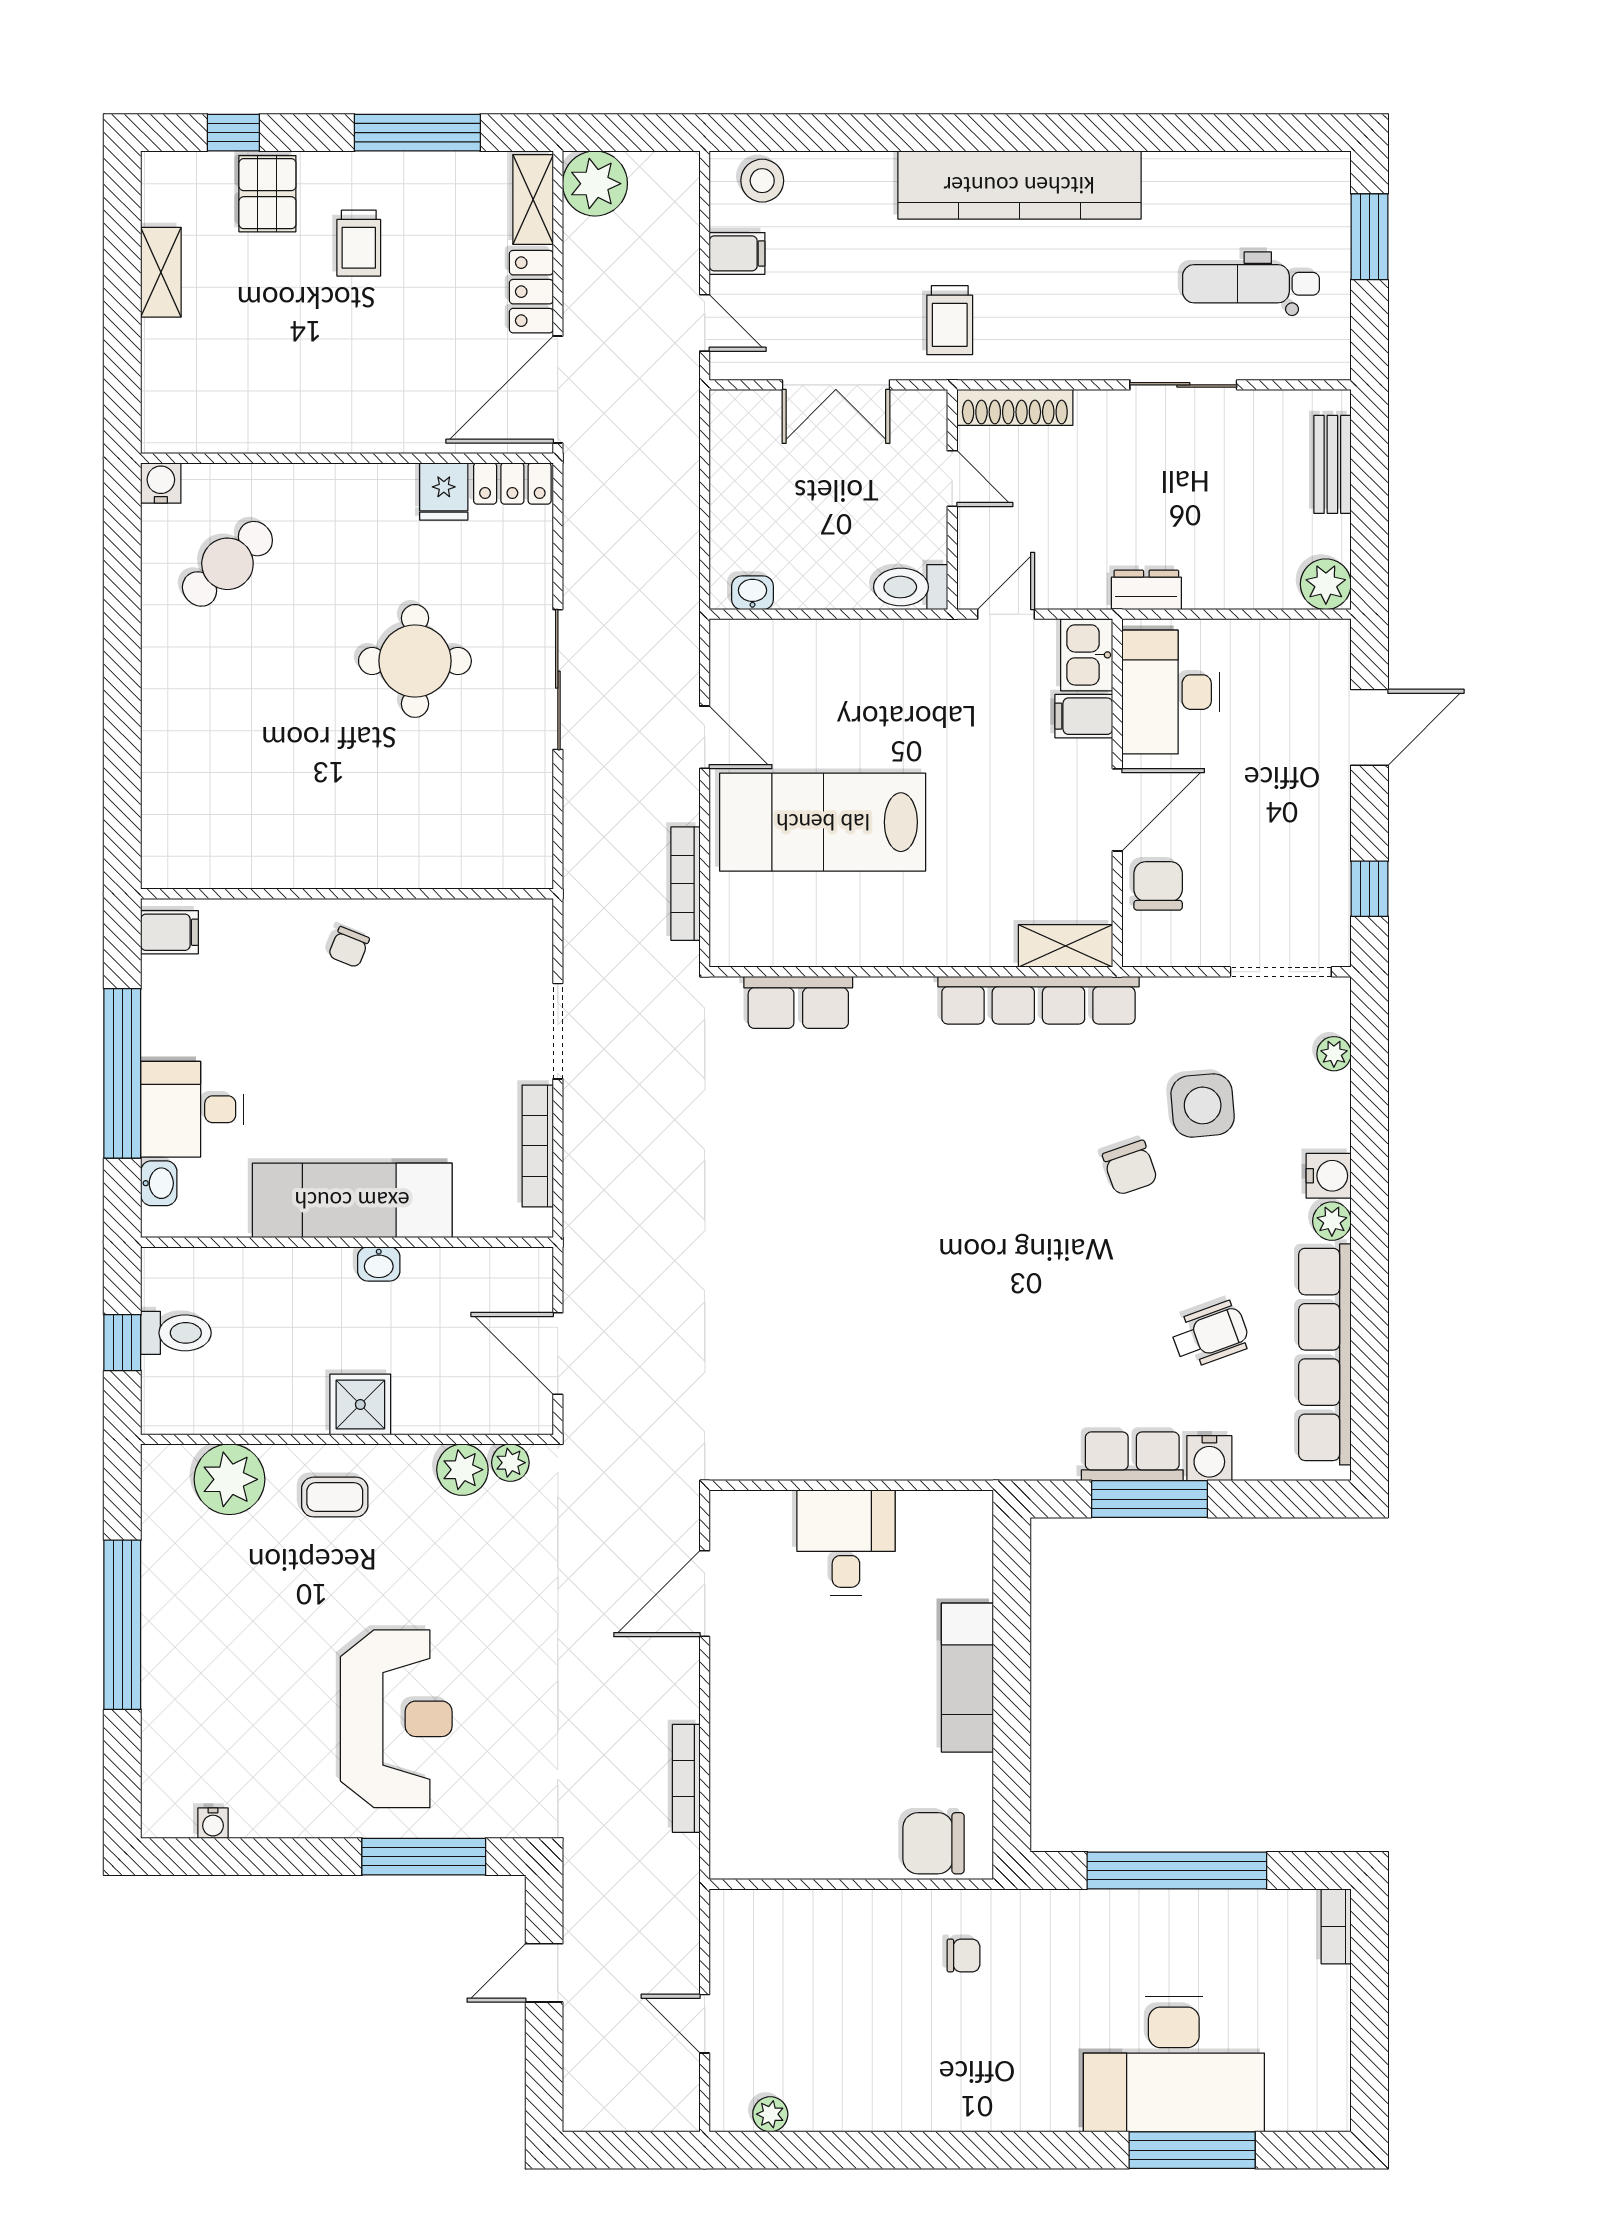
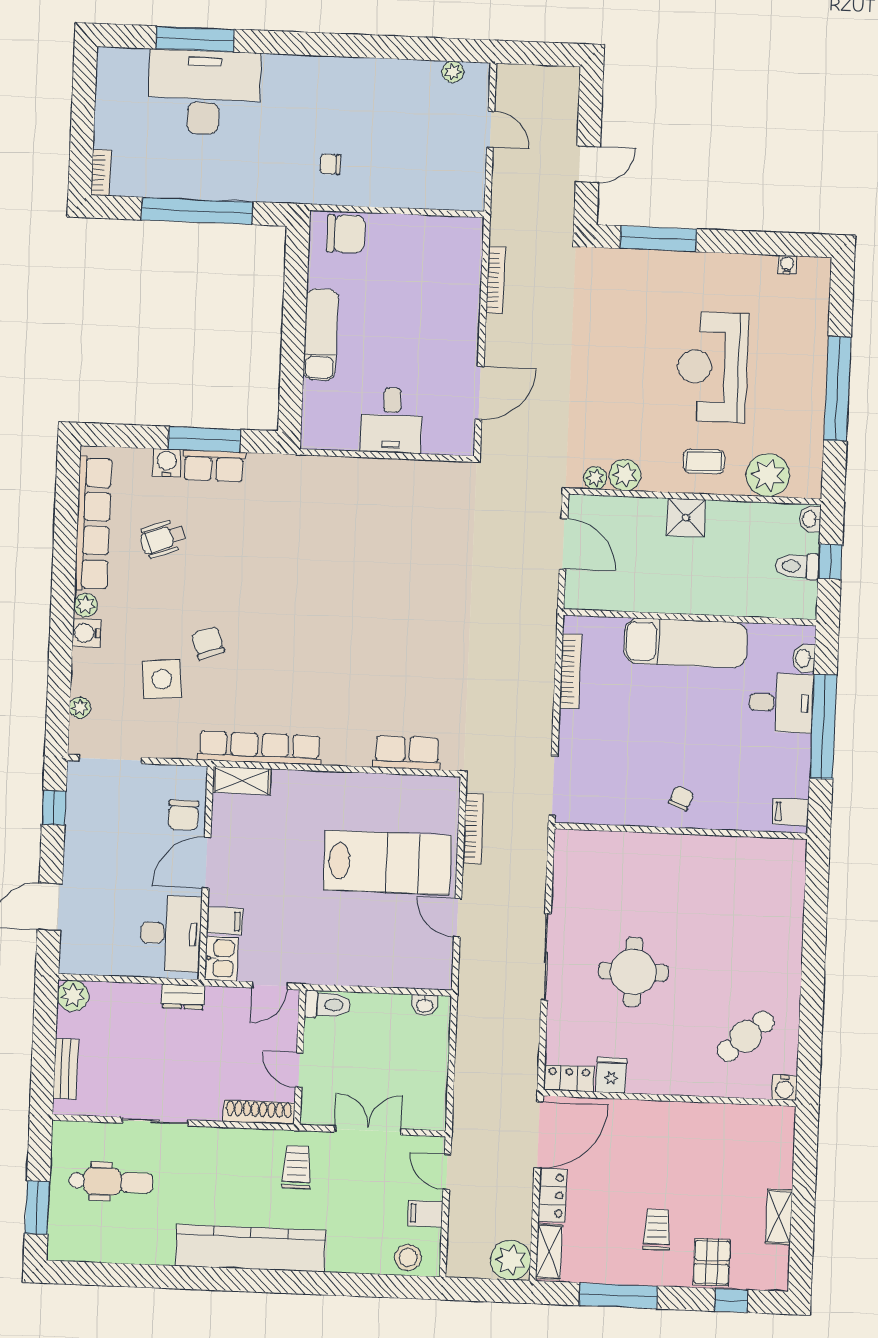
doorway: (558, 1031) -> (553, 786), moved
washbasin: (379, 1264) -> (810, 519), moved, turned -90
reception desk: (396, 1719) -> (712, 367), moved

